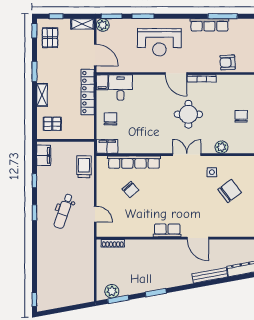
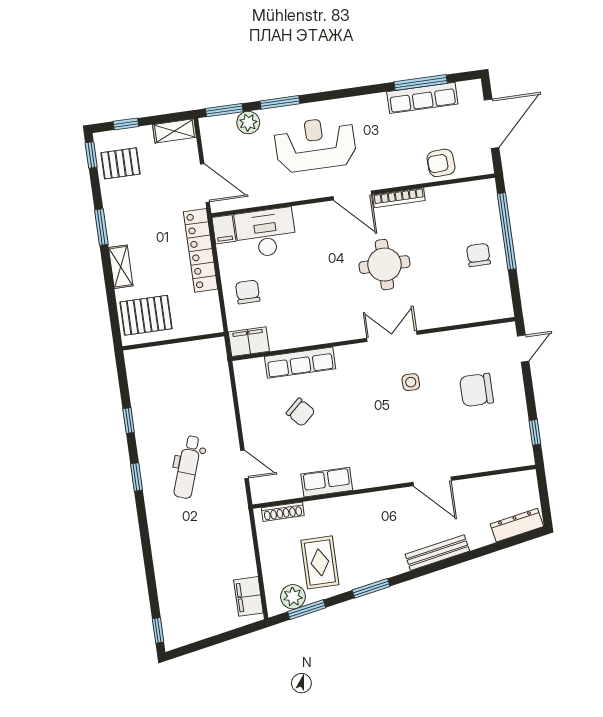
plant: (103, 25) -> (248, 123), moved
row of seats: (209, 25) -> (422, 98), moved
pallet: (50, 38) -> (121, 163), turned 90
reception desk: (159, 42) -> (315, 144), turned 180
desk: (121, 87) -> (266, 233), width x1.37
pallet: (52, 124) -> (146, 315), width x1.50, depth x1.42
plant: (222, 147) -> (451, 314), removed
filing cabinet: (44, 155) -> (248, 596), moved, turned 180
row of seats: (134, 162) -> (300, 363), width x0.73
trolley: (84, 167) -> (213, 383), removed
side table: (212, 172) -> (411, 382), moved
chair: (230, 191) -> (477, 390), turned -143
row of seats: (167, 230) -> (327, 482), moved
rug: (129, 274) -> (320, 562), added
bench: (210, 275) -> (437, 553), moved

